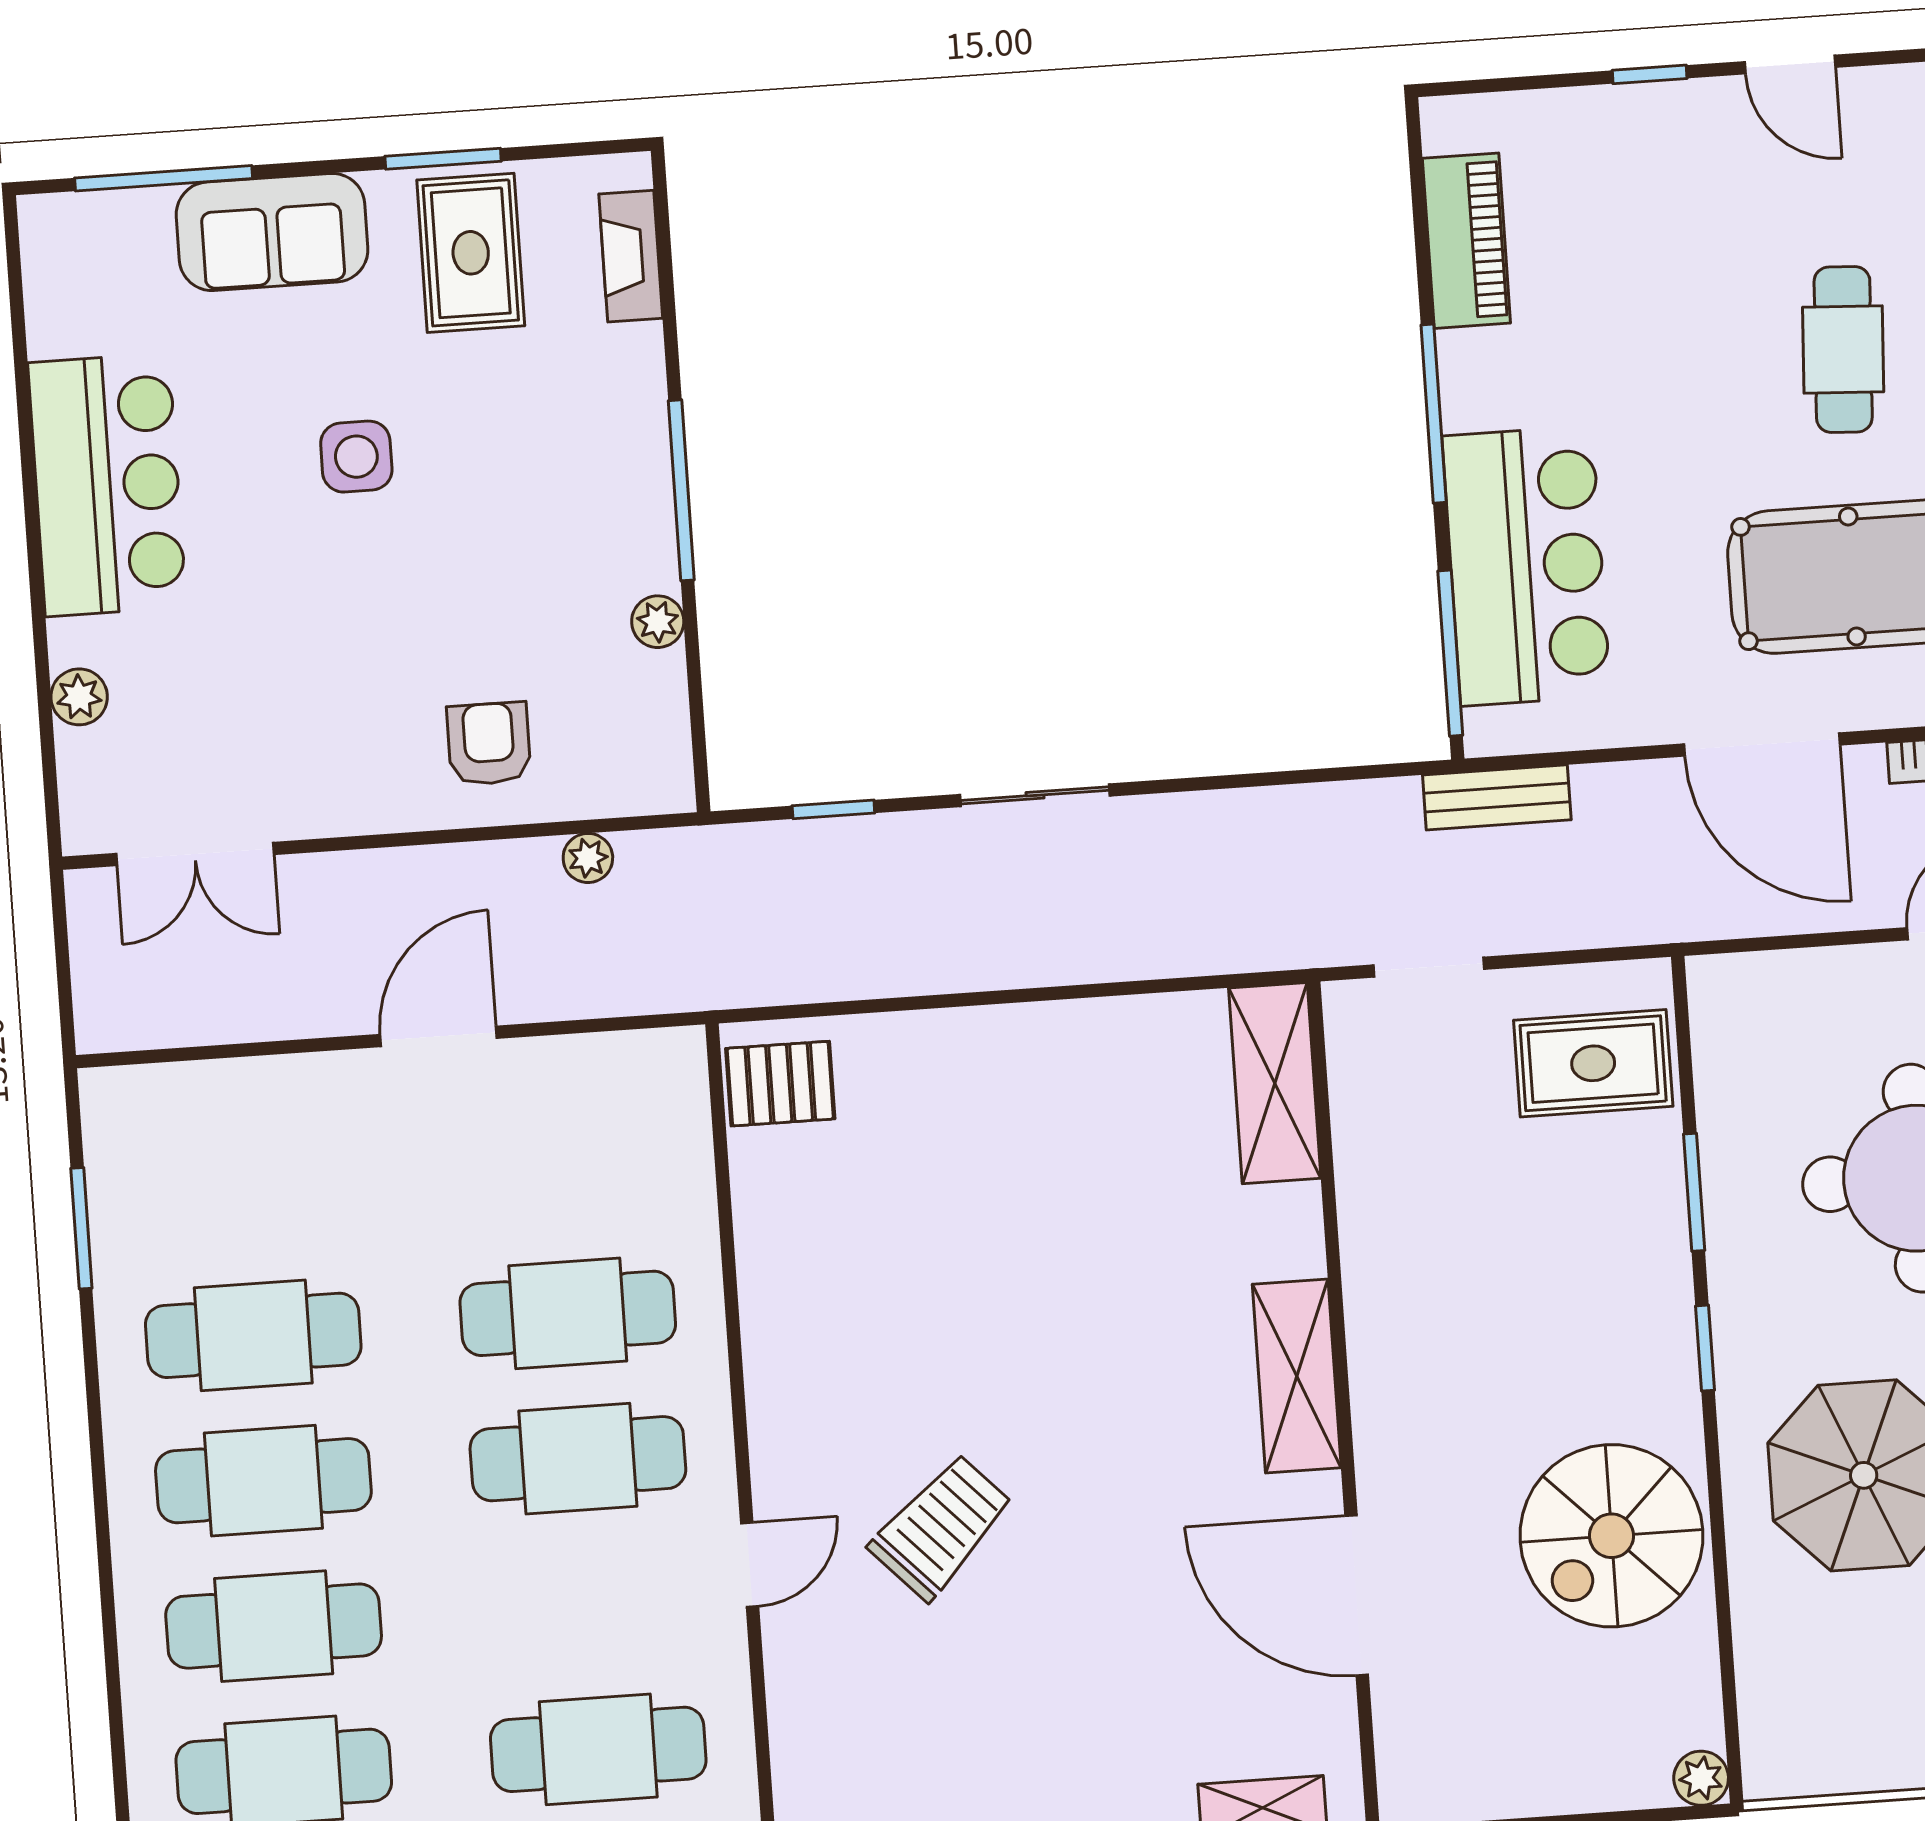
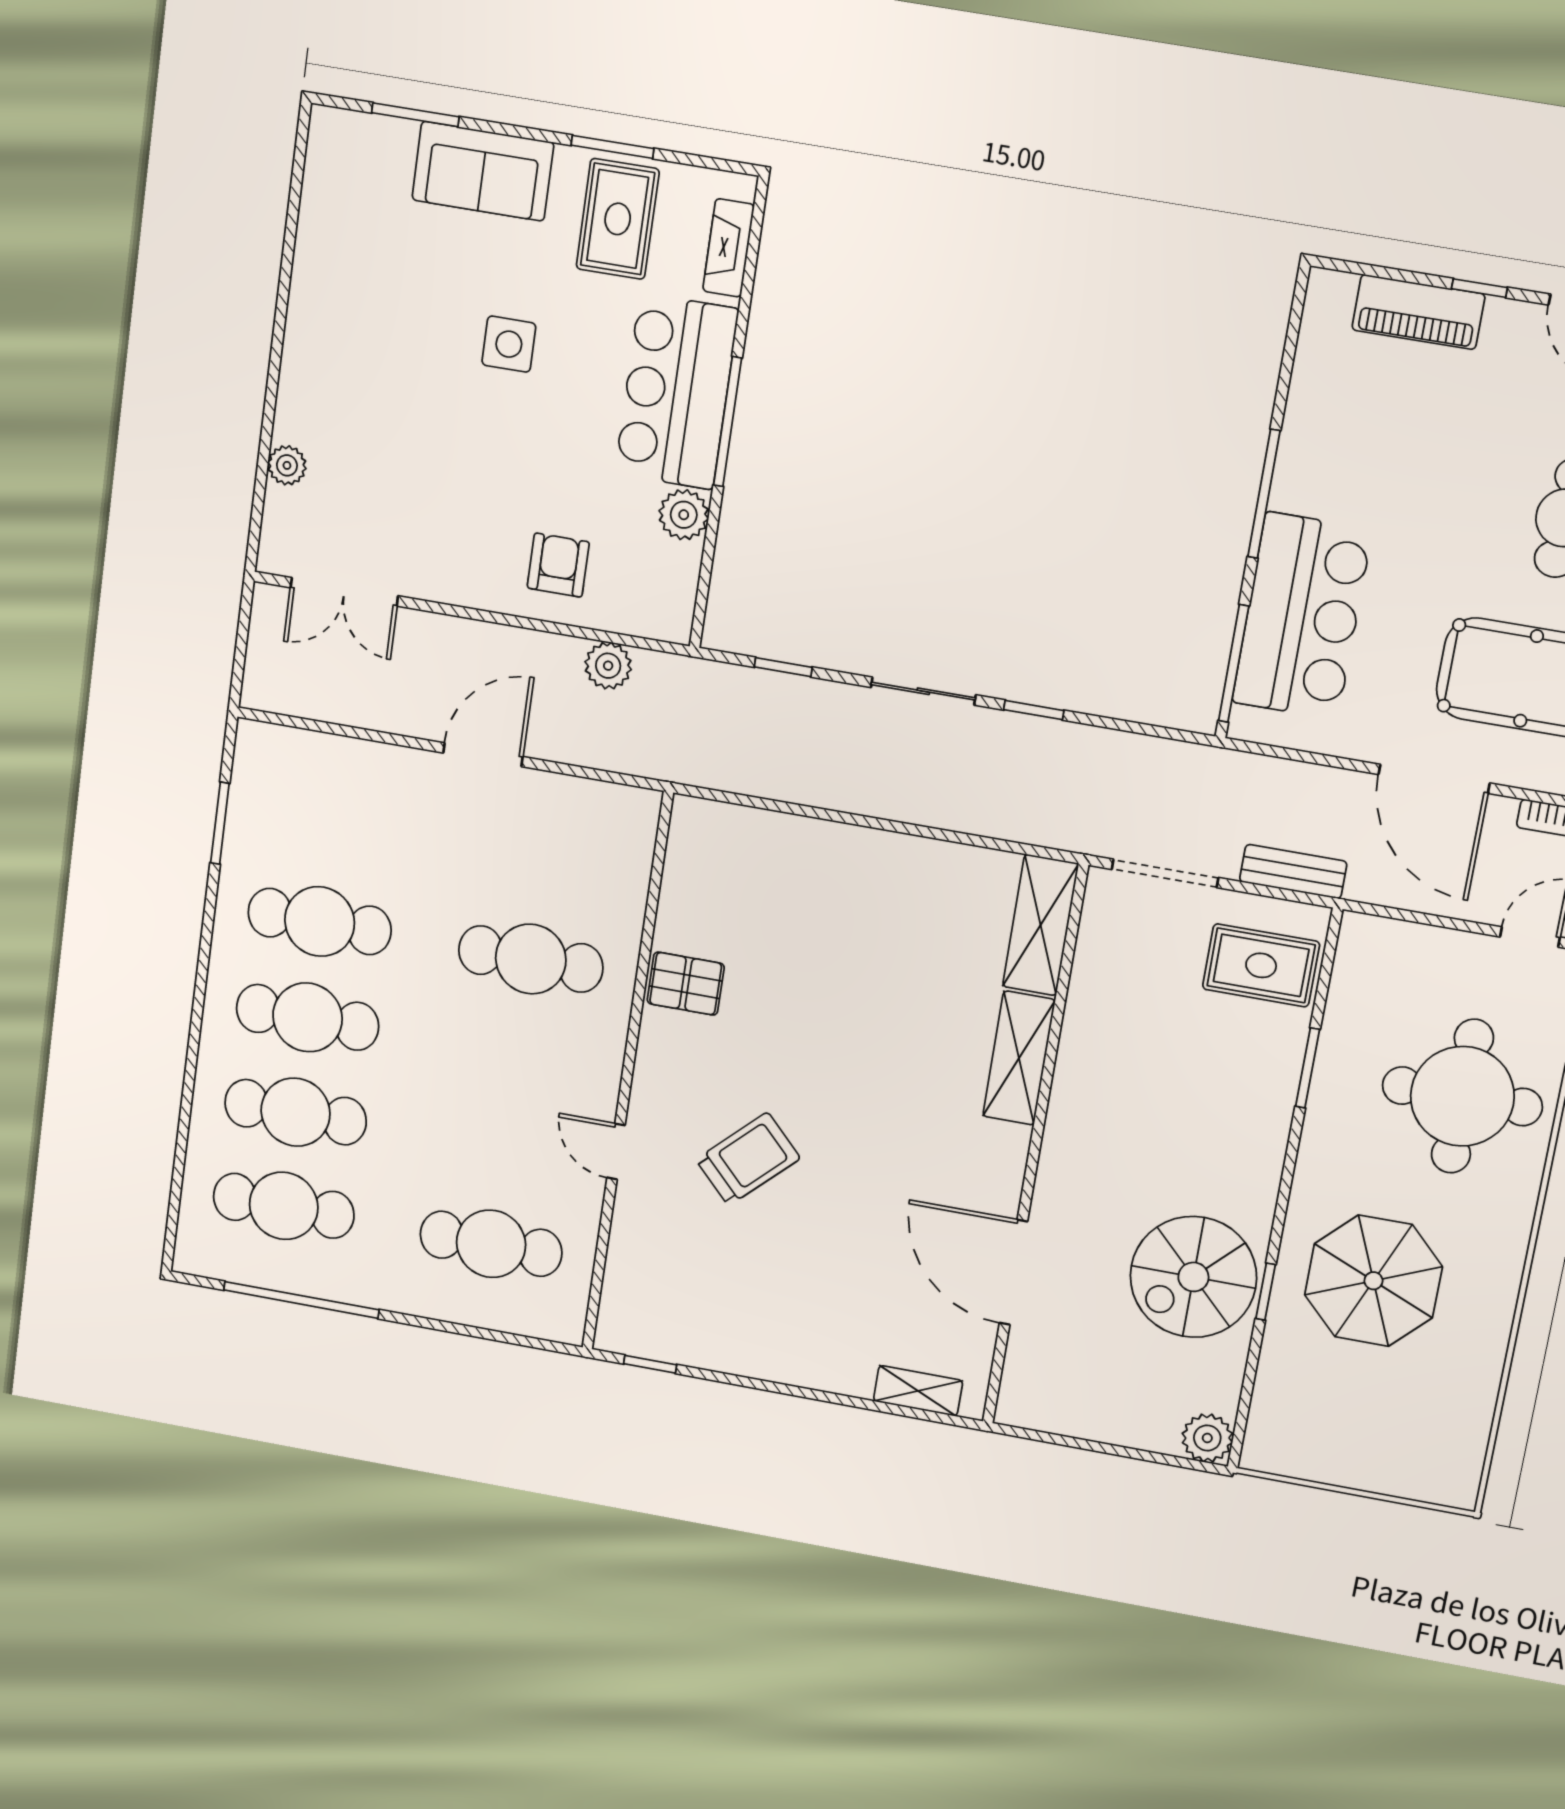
window: (164, 178) -> (415, 115), width x0.69
piano: (1466, 241) -> (1418, 312), moved, turned 90
bar counter: (107, 485) -> (676, 392), moved, turned 180
plant: (658, 622) -> (684, 515), width x1.38, depth x1.38
window: (1193, 784) -> (1034, 710), added
bench: (1497, 797) -> (1293, 872), moved
plant: (588, 858) -> (608, 666), width x1.38, depth x1.38
doorway: (1429, 967) -> (1165, 873), width x1.38
pallet: (780, 1084) -> (686, 984), moved
window: (1705, 1348) -> (1266, 1292), moved
shelving: (1297, 1376) -> (1019, 1058), moved
cafe table: (578, 1459) -> (517, 1055), removed
door: (750, 1565) -> (616, 1151), swing flipped
plant: (1701, 1778) -> (1207, 1438), width x1.38, depth x1.38

